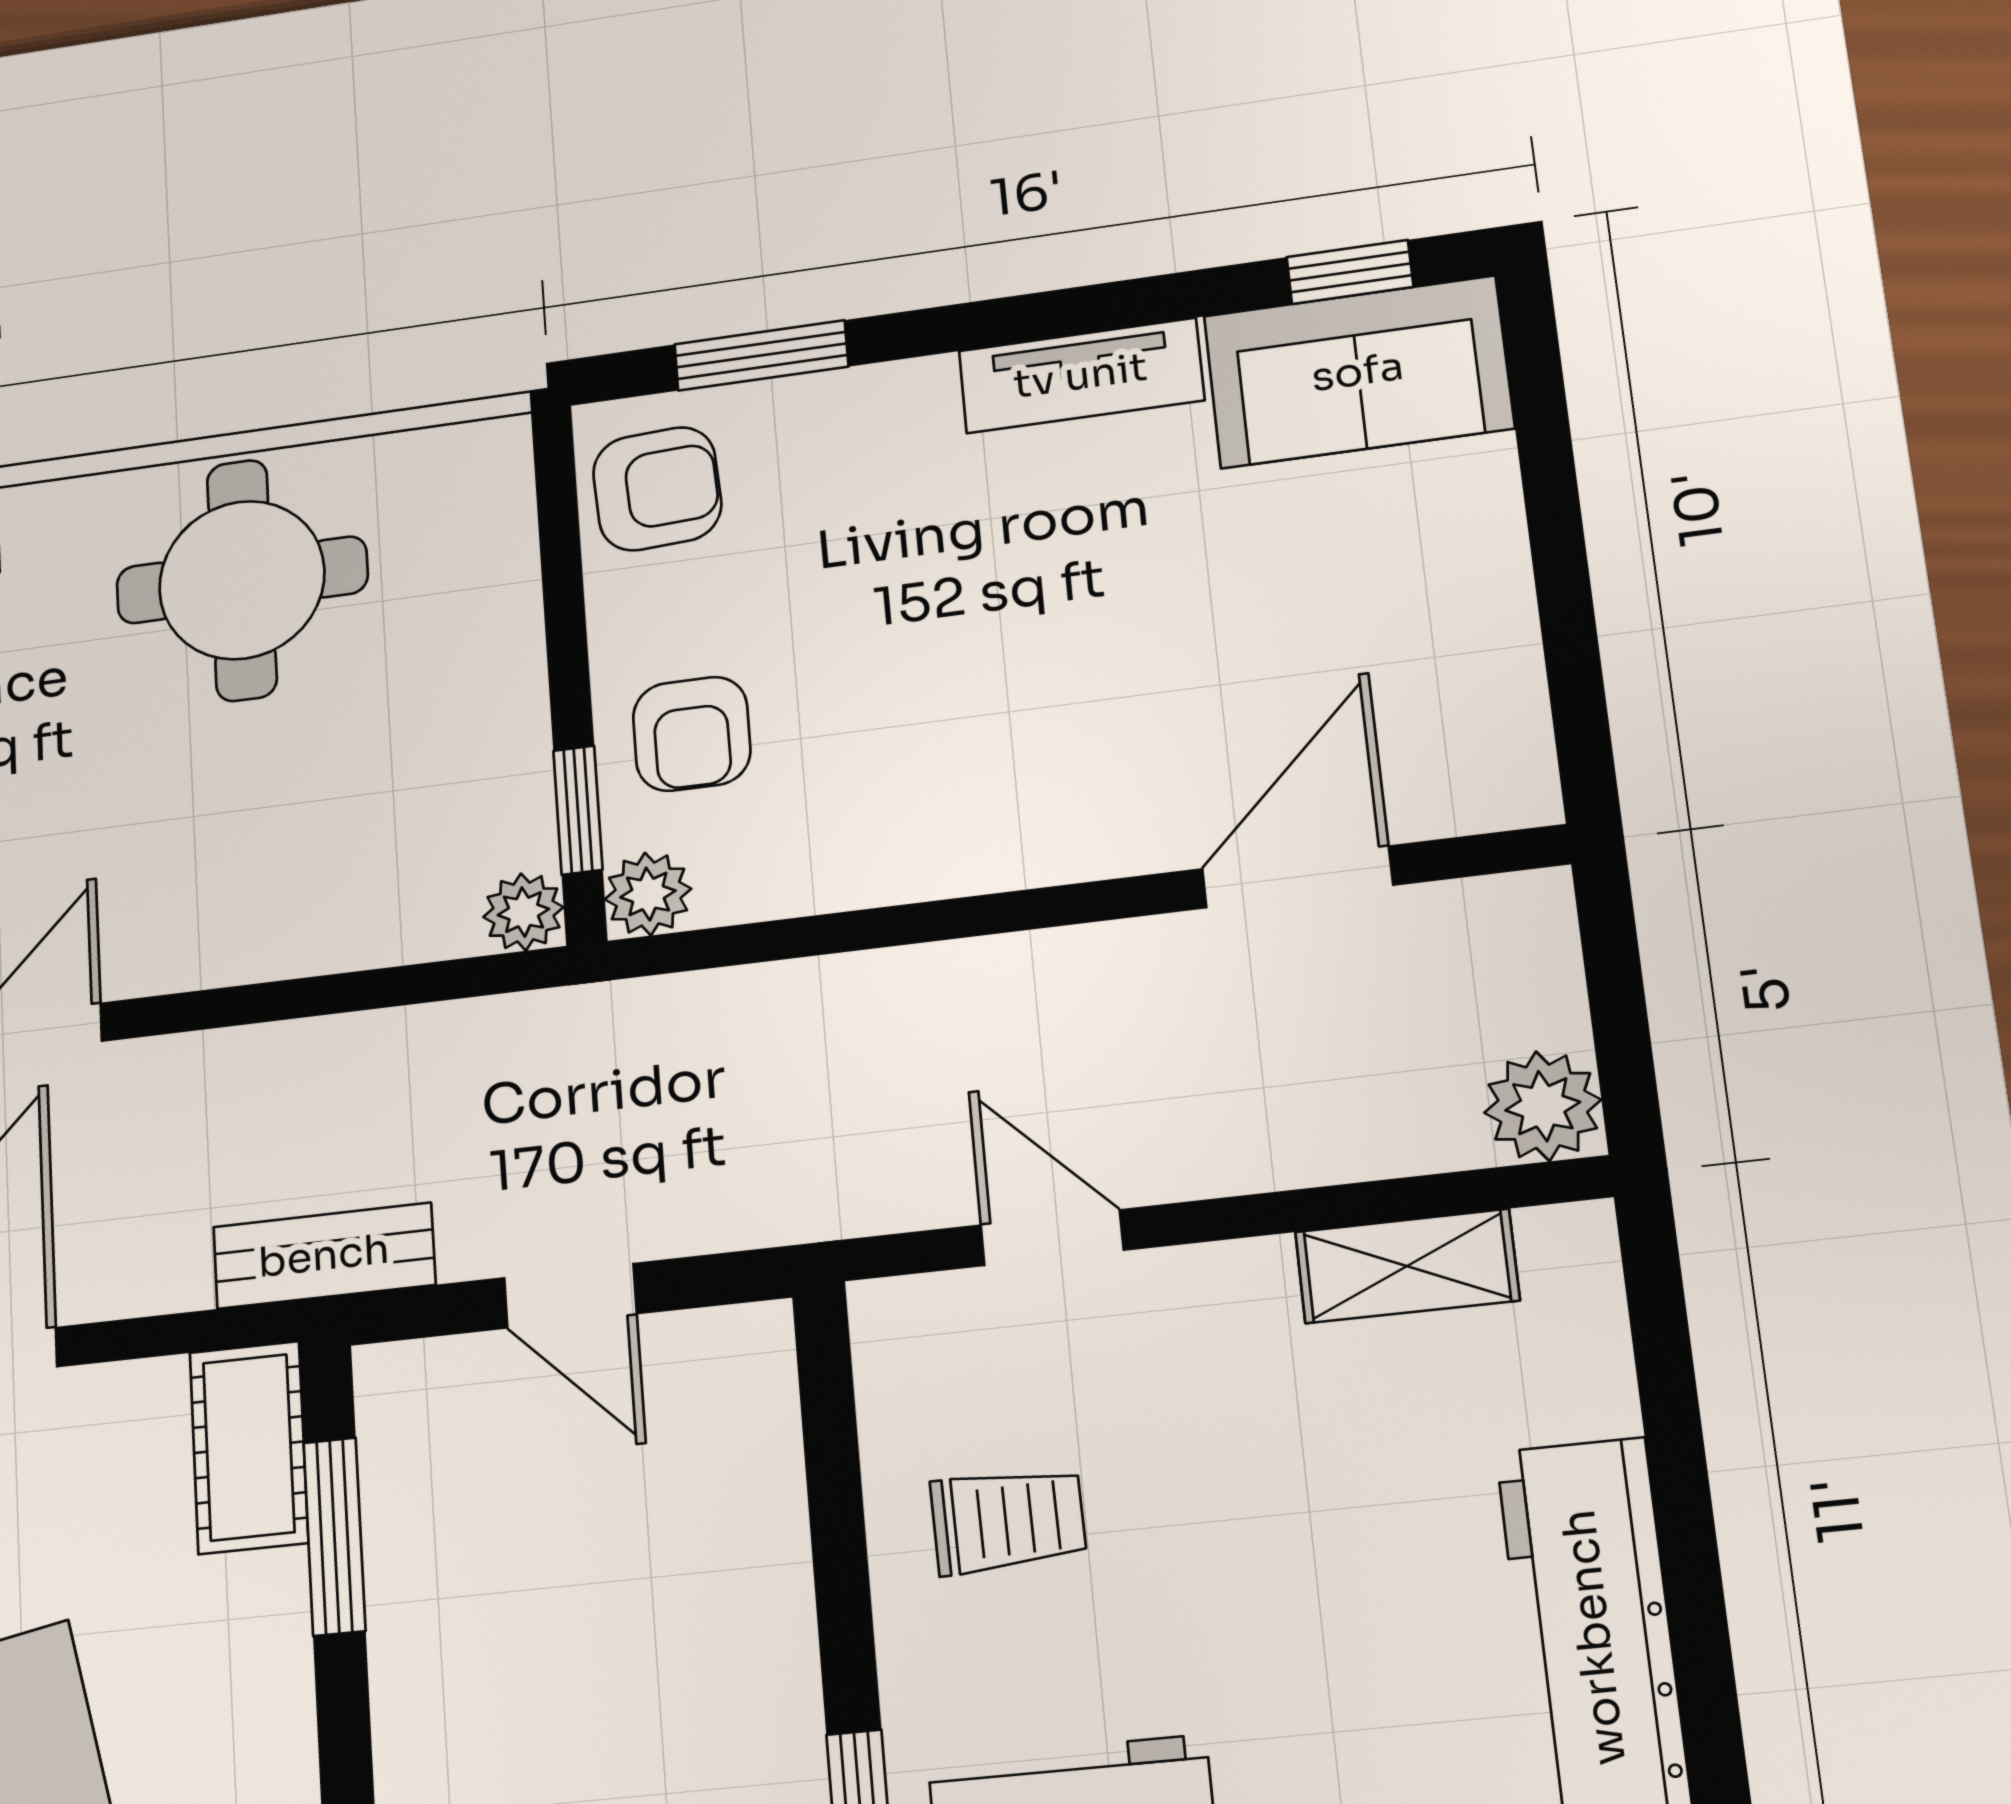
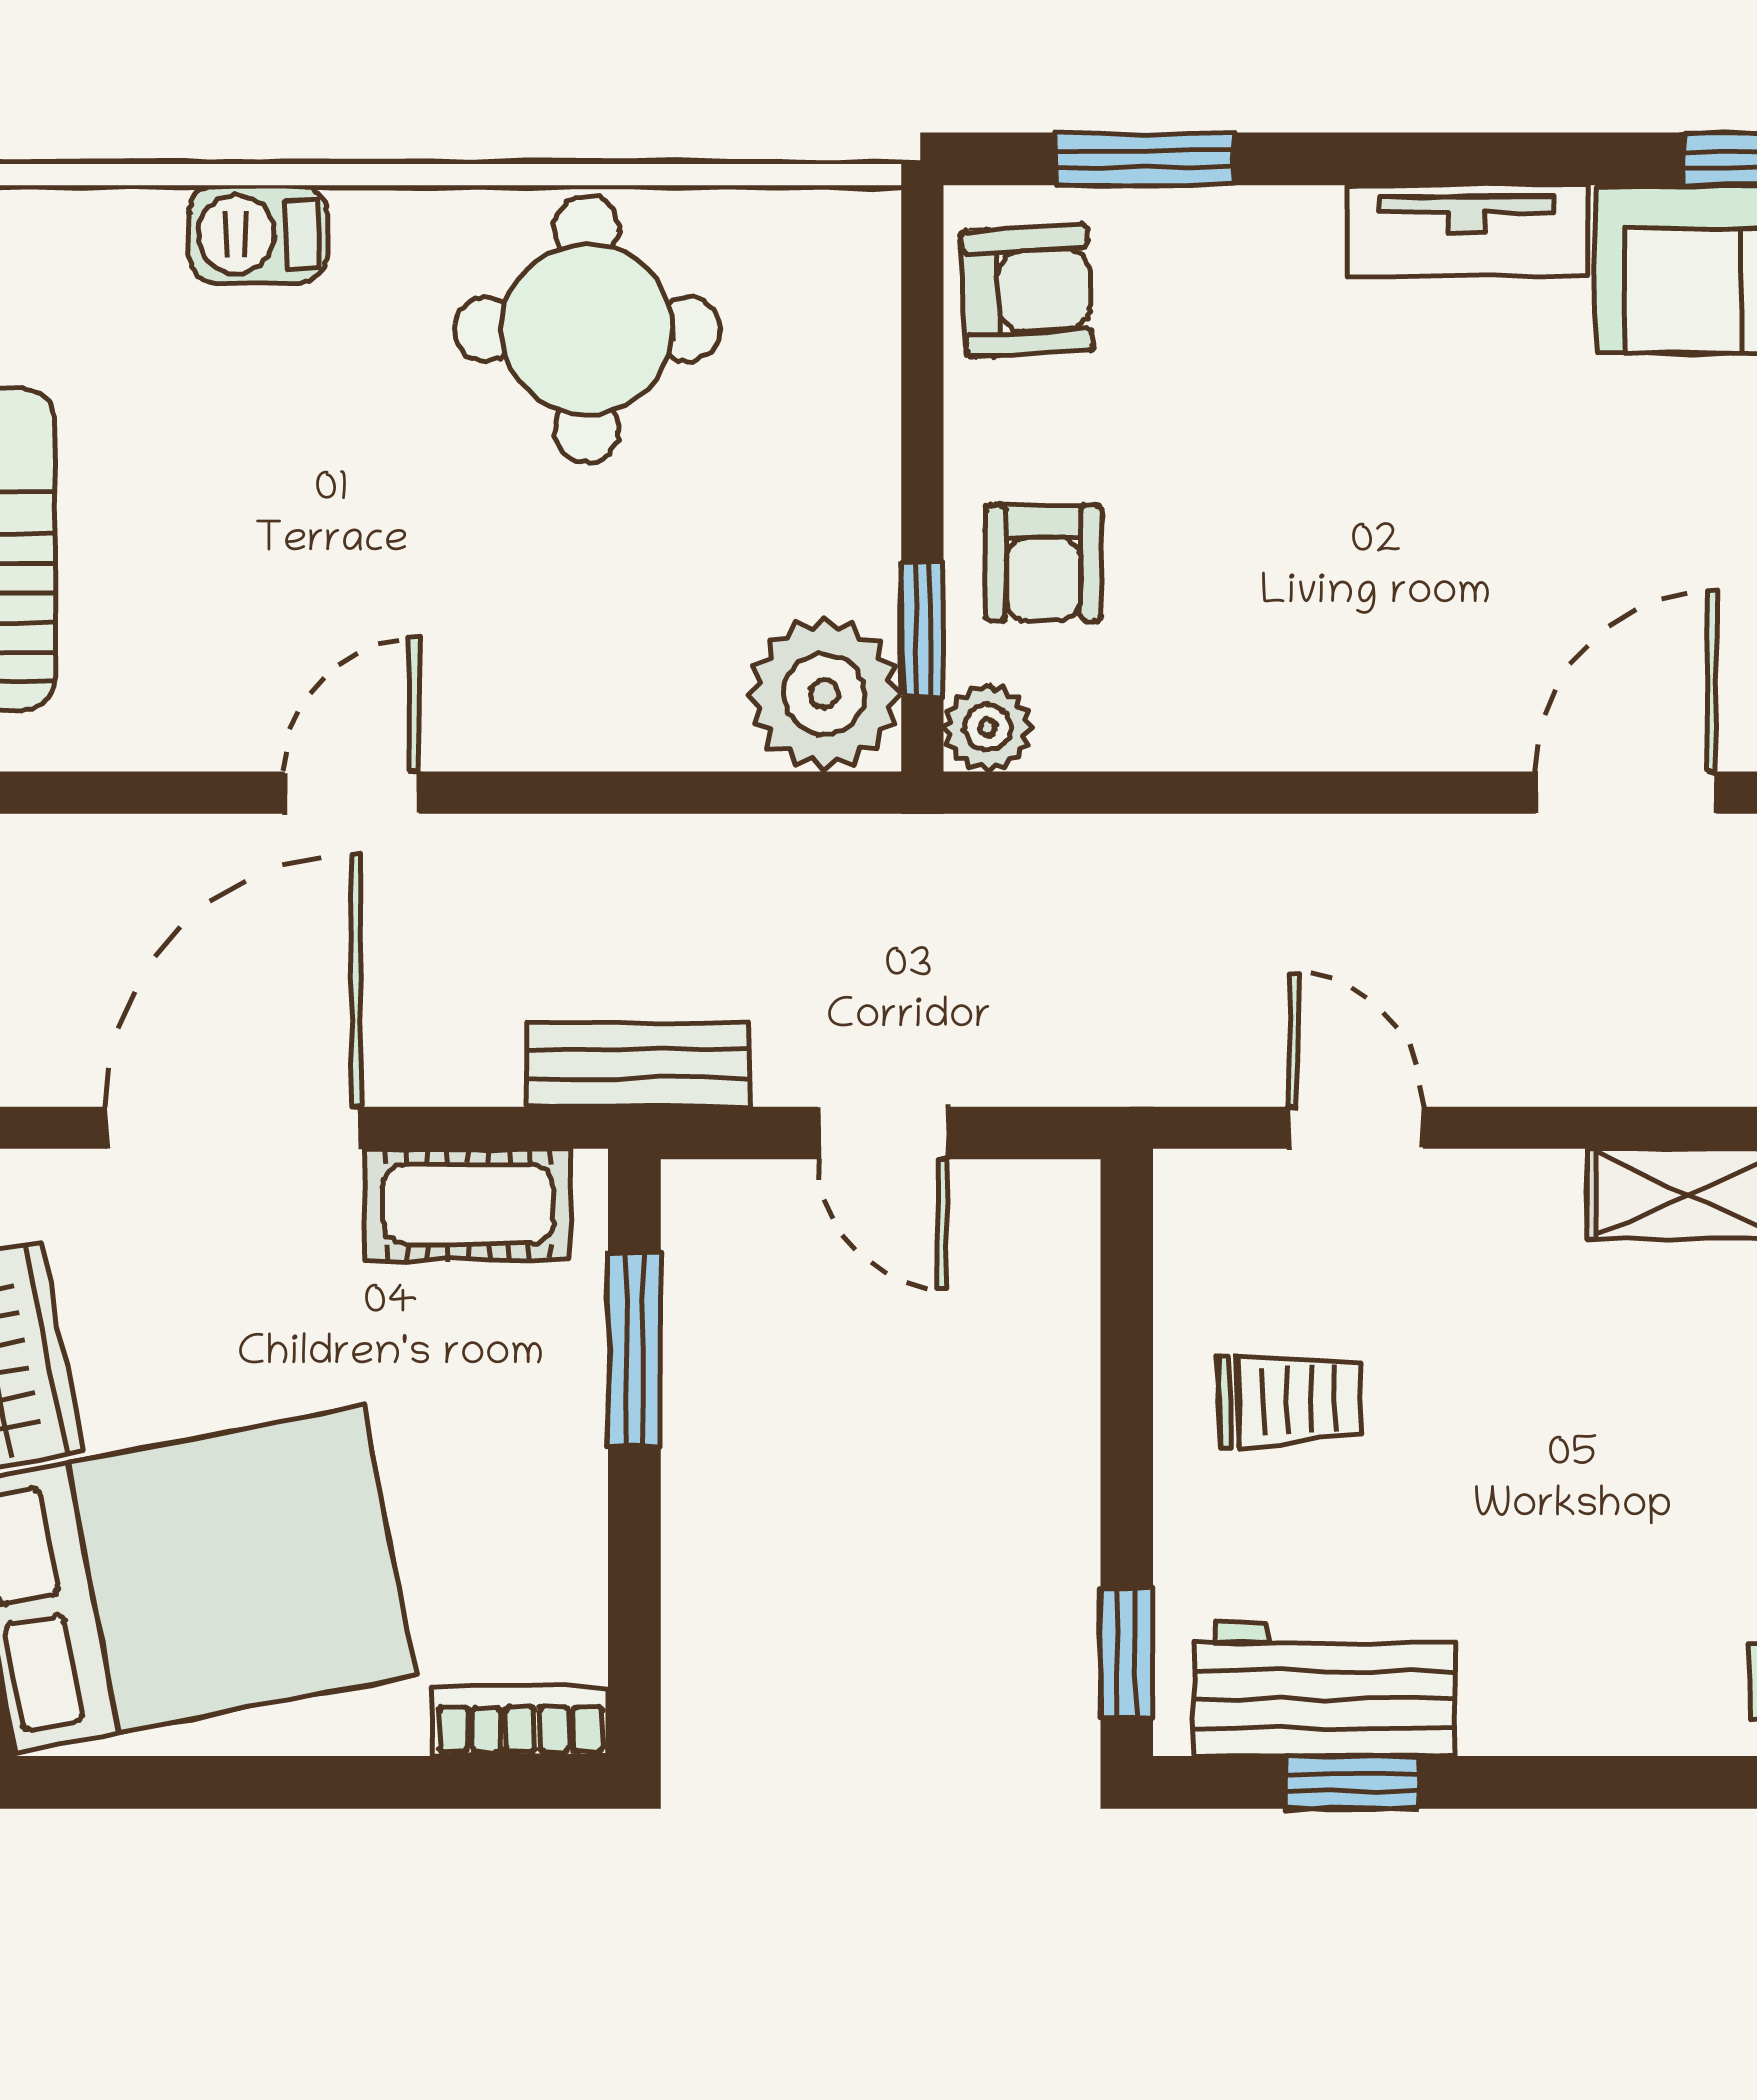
plant: (523, 912) -> (824, 694), width x1.88, depth x1.88
cot: (249, 1447) -> (468, 1204), moved, turned 90

